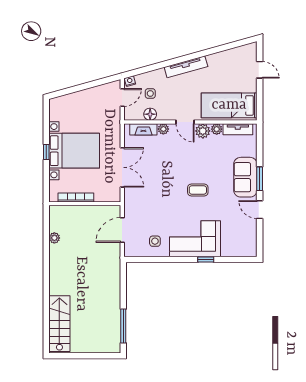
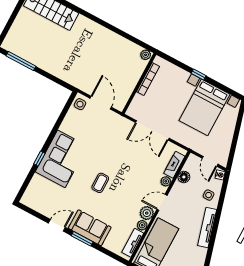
side table: (150, 93) -> (209, 195), moved
bed with nightstands: (74, 151) -> (205, 107), moved
plant: (54, 238) -> (146, 55), moved
side table: (155, 241) -> (80, 104), moved

